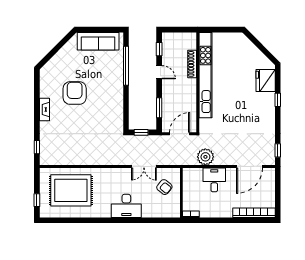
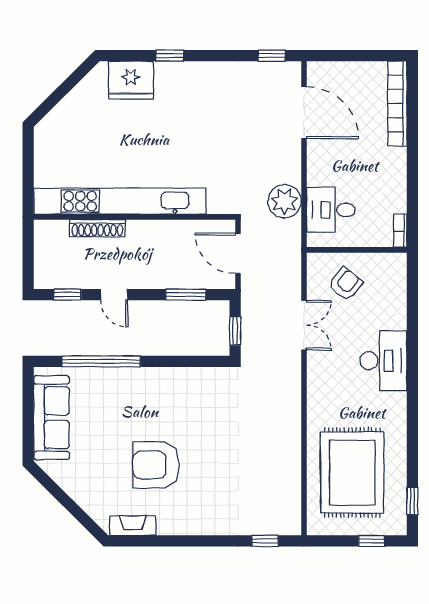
door: (159, 72) -> (114, 295), swing flipped
fireplace: (45, 110) -> (133, 526), moved
desk: (214, 180) -> (331, 210), moved
window: (57, 220) -> (412, 501), added

